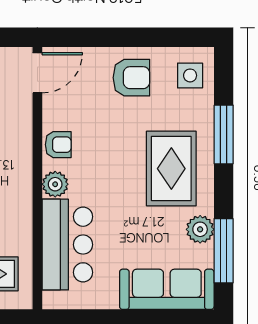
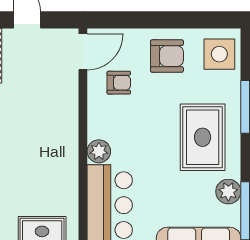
side table: (190, 75) -> (219, 54), width x1.37, depth x1.37
armchair: (58, 145) -> (119, 83), moved

